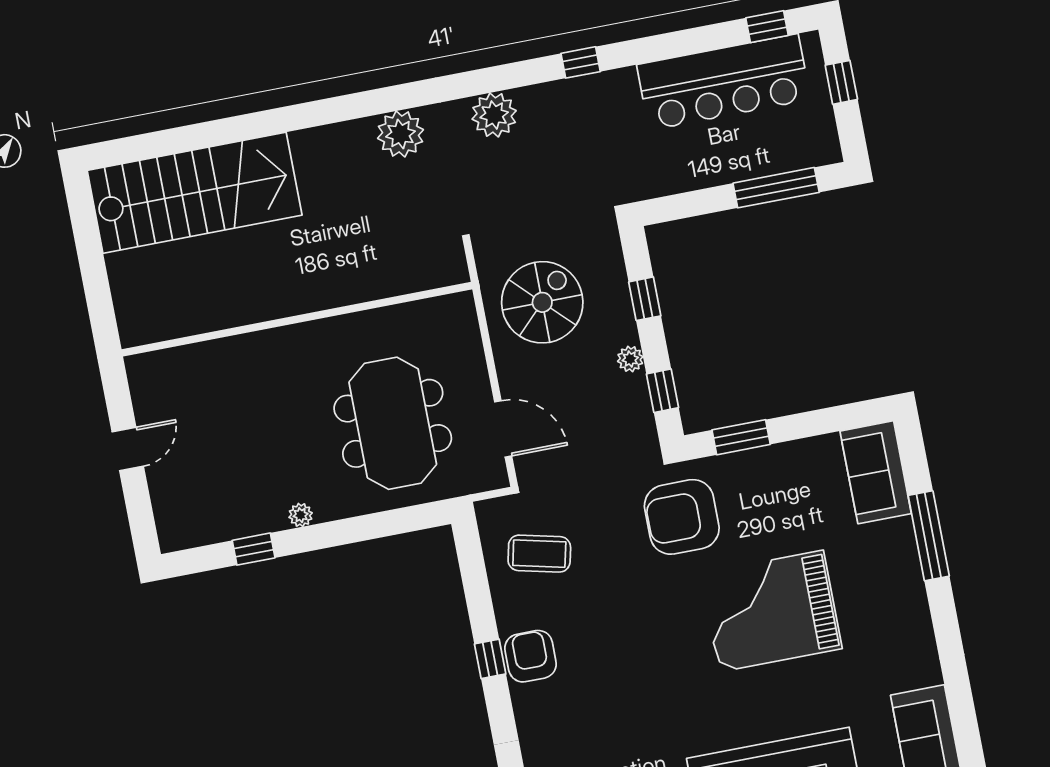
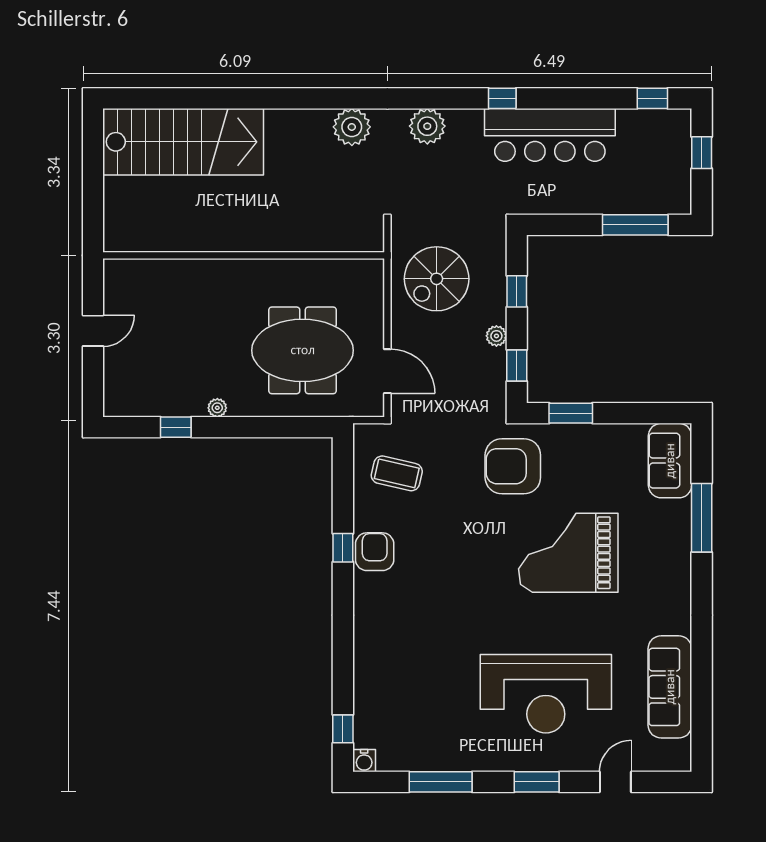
bar counter: (724, 82) -> (550, 135), moved
spiral stairs: (542, 302) -> (437, 279), turned 180
meeting table: (393, 423) -> (303, 350), turned 90

